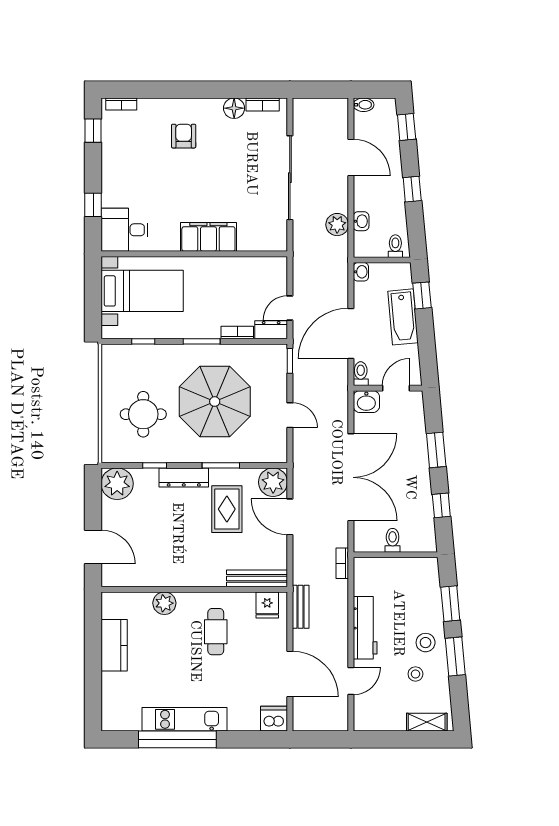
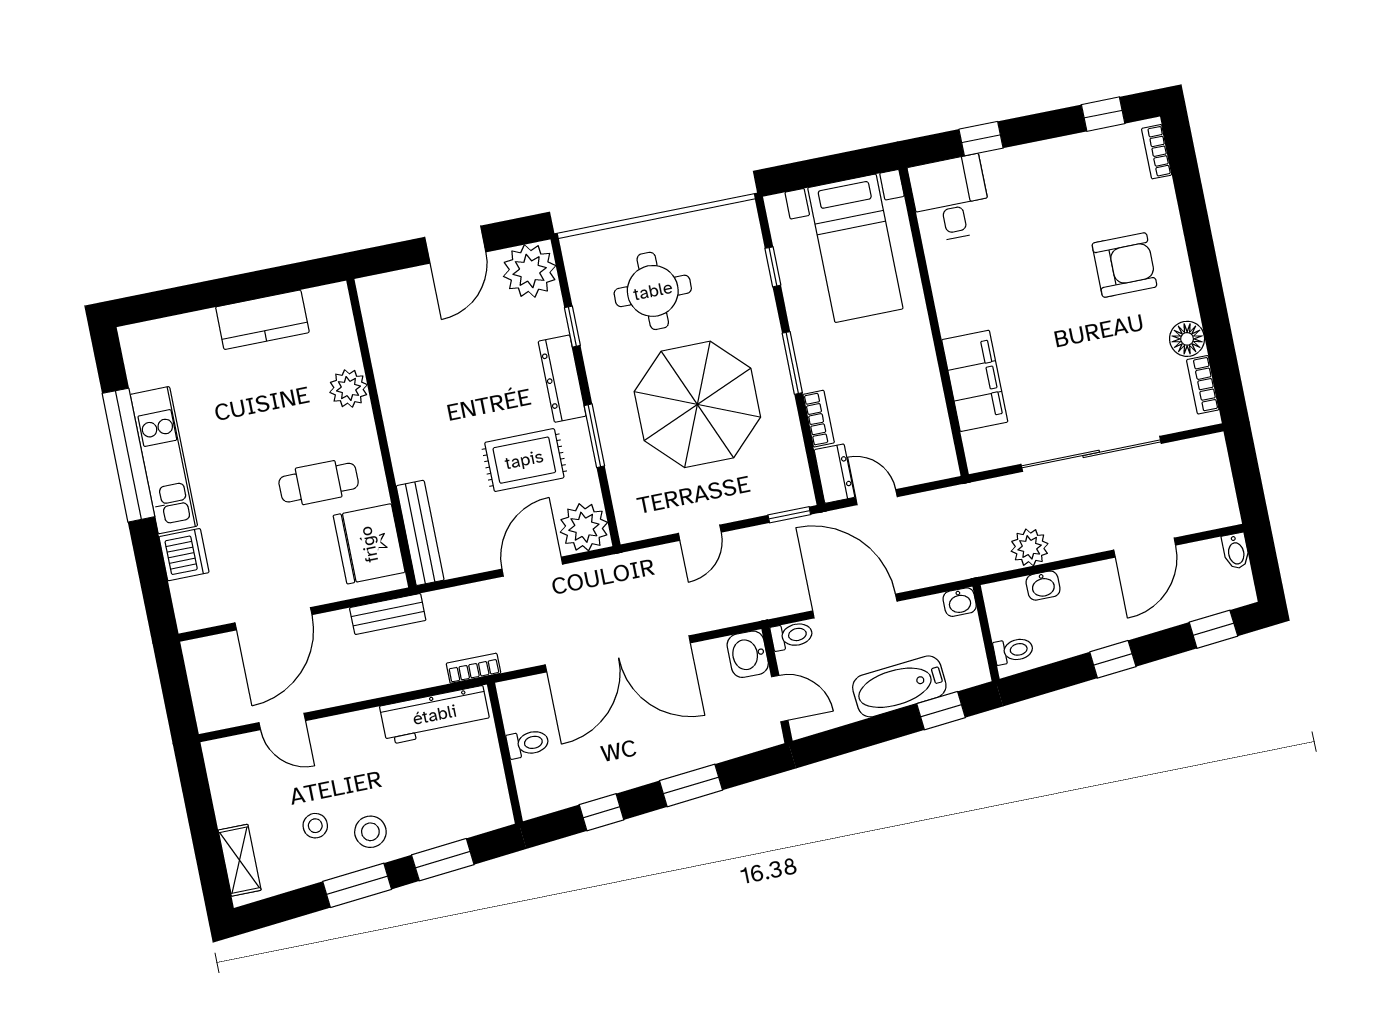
armchair: (184, 136) -> (1124, 265), width x1.38, depth x1.38
filing cabinet: (208, 237) -> (975, 381), moved
door: (93, 547) -> (455, 245), moved
fridge: (267, 605) -> (369, 544), width x1.88, depth x1.34
workbench: (365, 628) -> (435, 715), moved
dishwasher: (274, 719) -> (184, 555), moved

